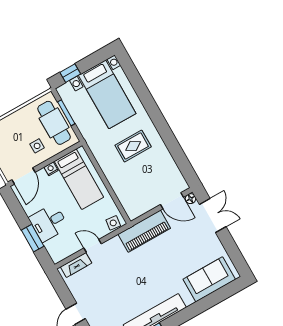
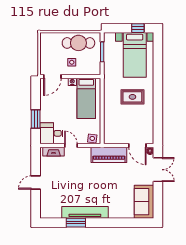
window: (70, 73) -> (138, 28), moved
cafe table: (54, 123) -> (78, 43), moved, turned 90
desk: (49, 223) -> (51, 133), moved
sofa: (209, 279) -> (144, 202), moved, turned -90

